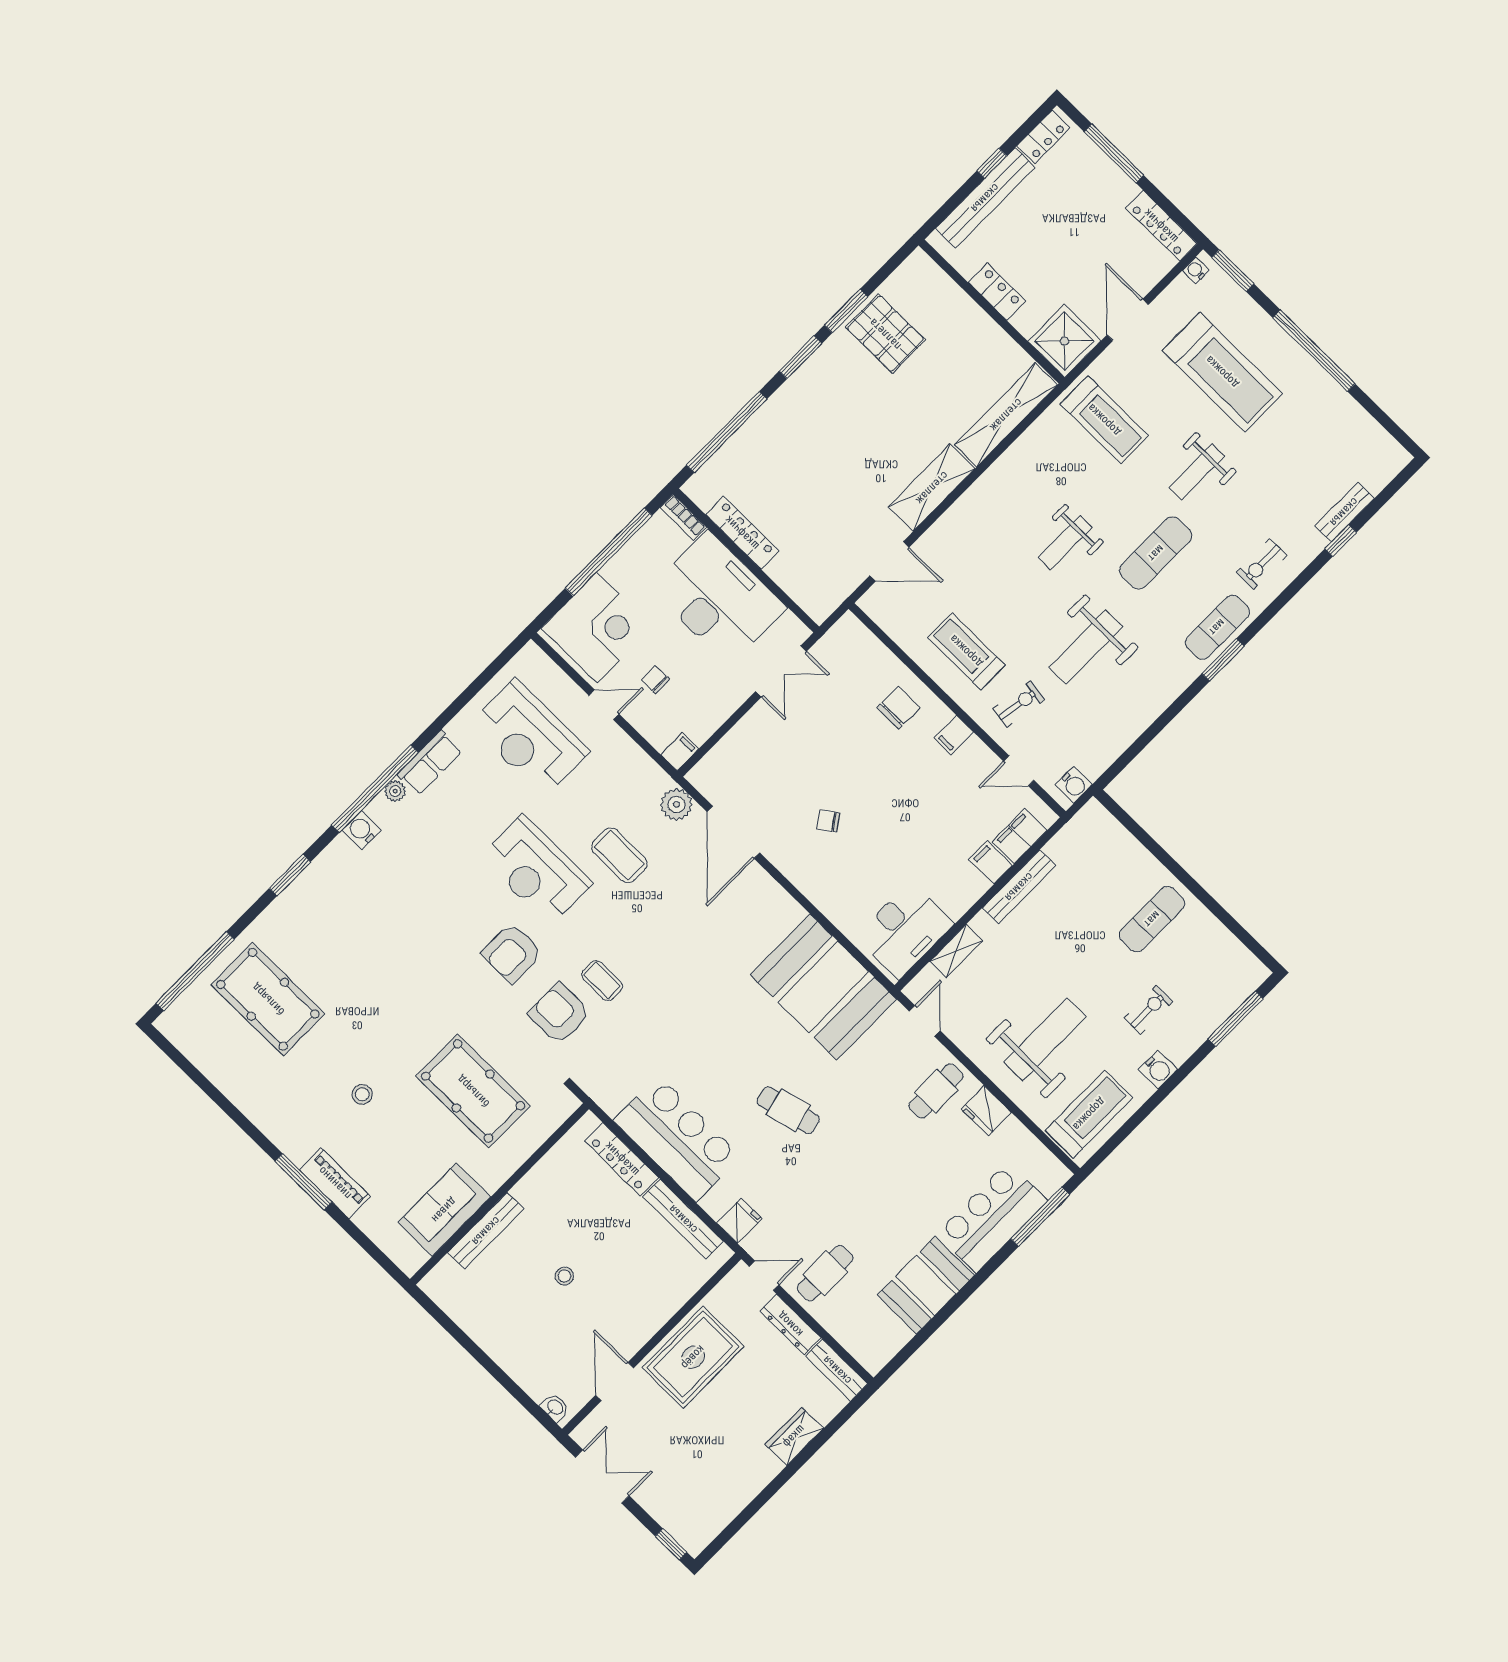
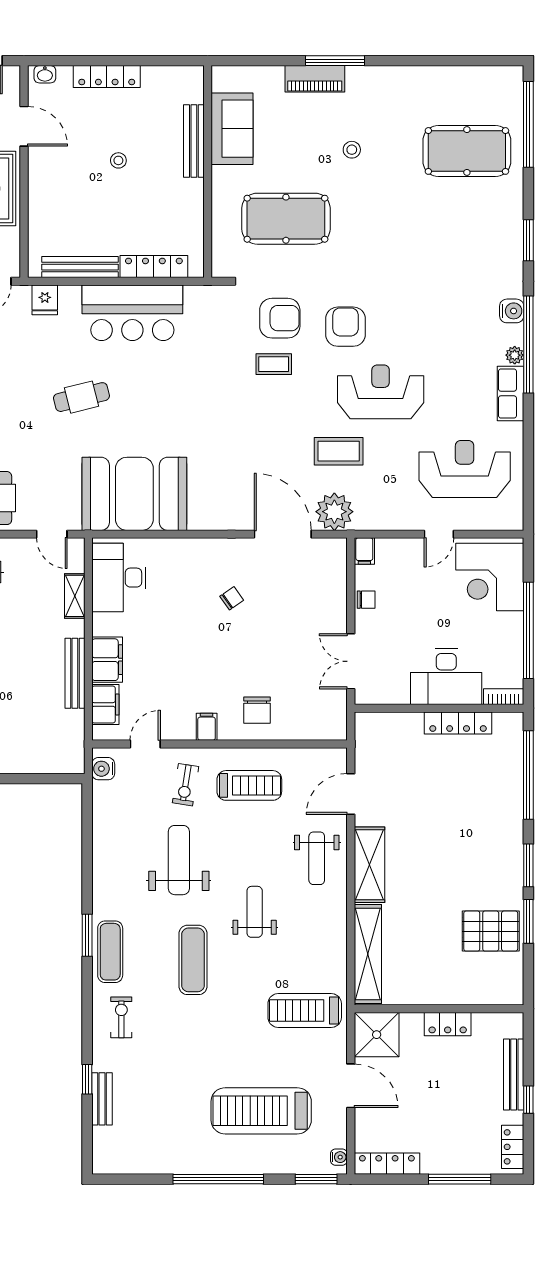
bench: (985, 198) -> (514, 1074), width x0.73, depth x0.82
weight bench: (1197, 472) -> (317, 858), moved, turned 180
desk: (718, 598) -> (446, 677), width x0.73, depth x0.77
chair: (655, 680) -> (366, 600), moved
plant: (676, 805) -> (334, 512), width x1.36, depth x1.36
filing cabinet: (991, 862) -> (107, 660), width x2.00
locker: (505, 1355) -> (107, 76), added

